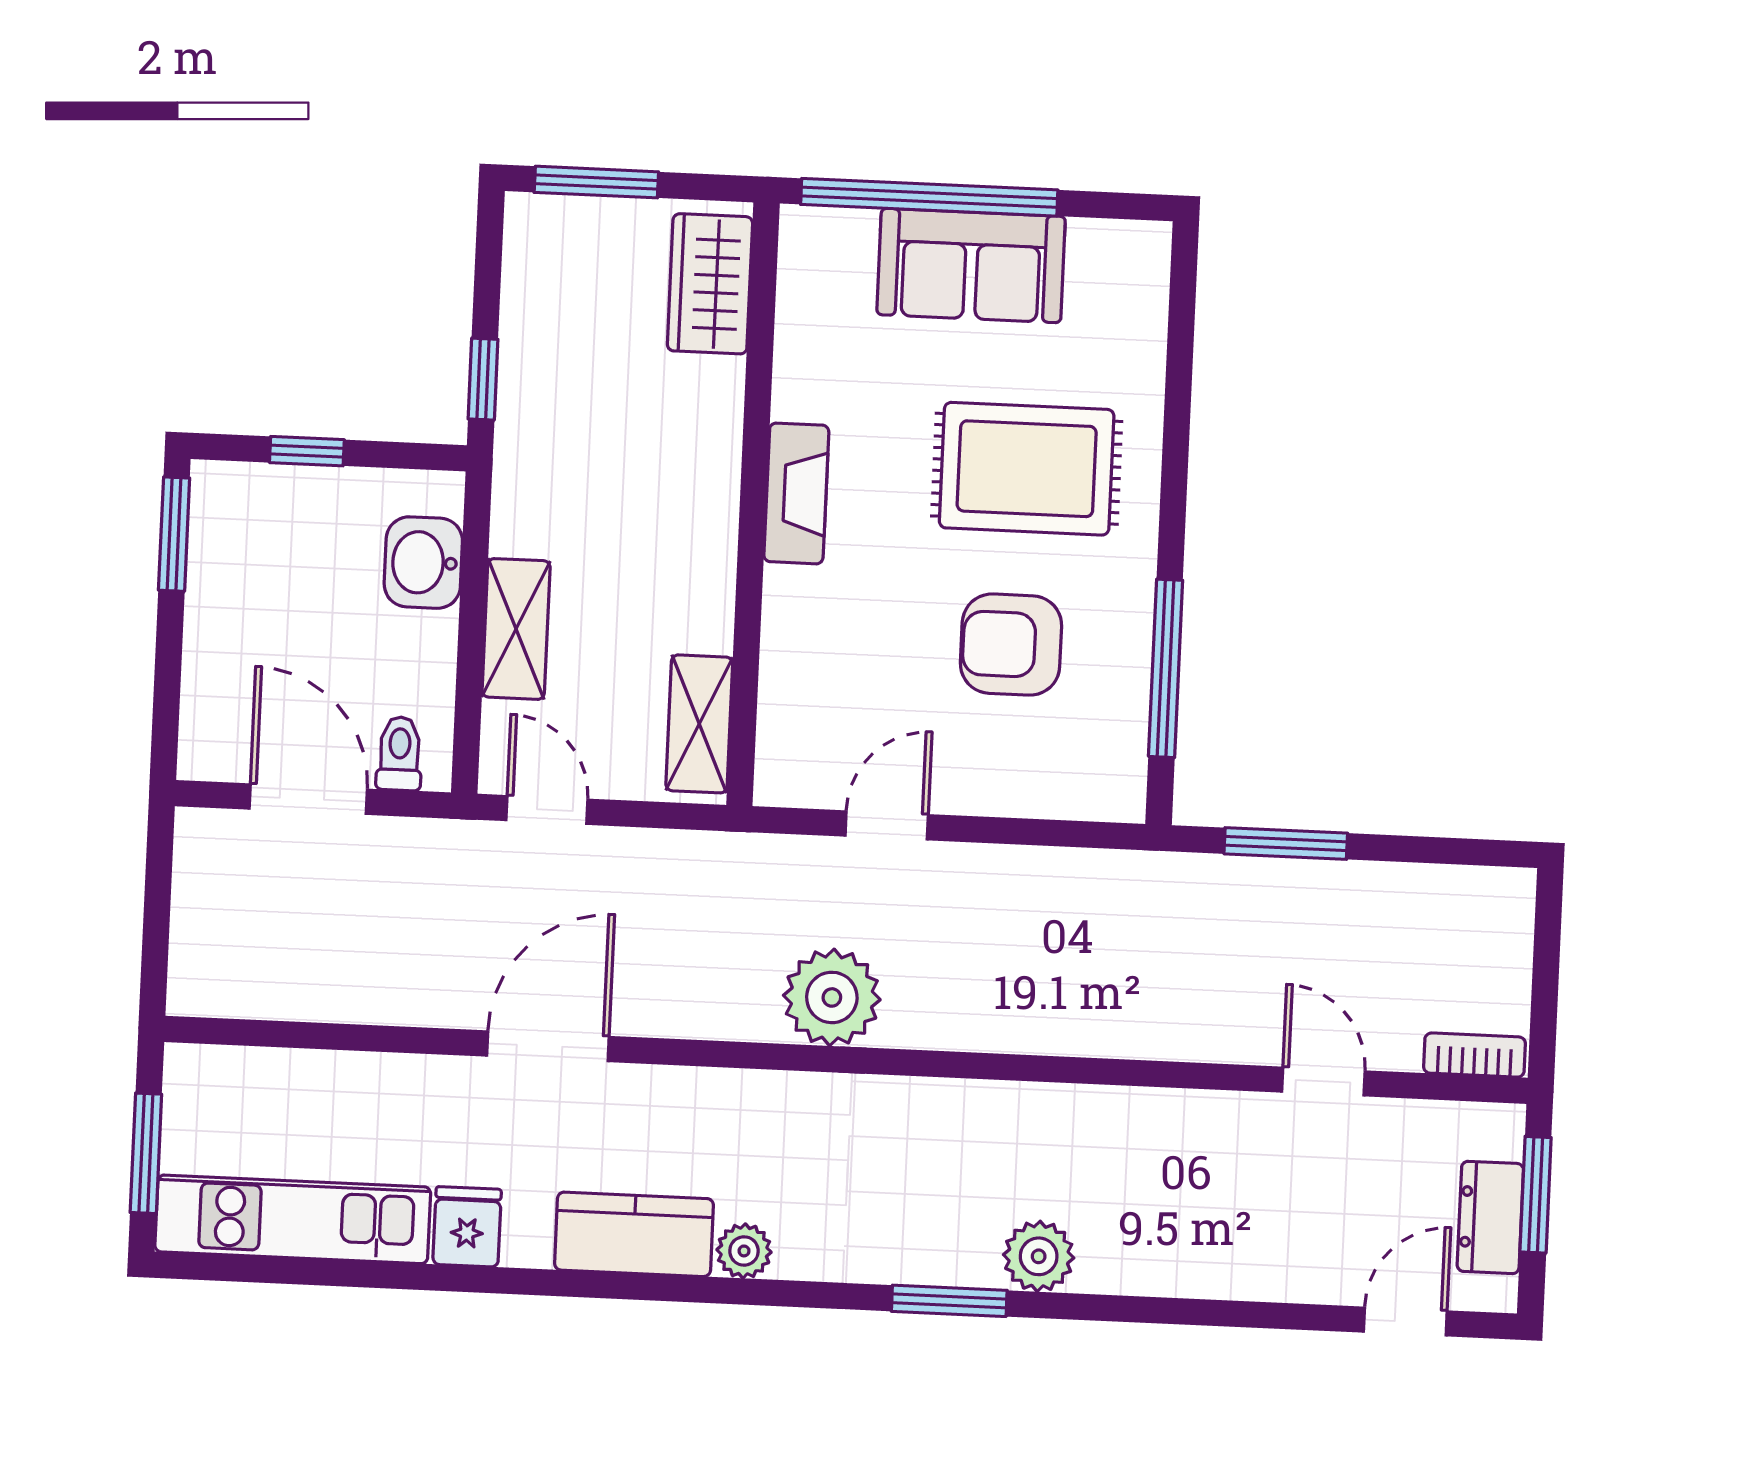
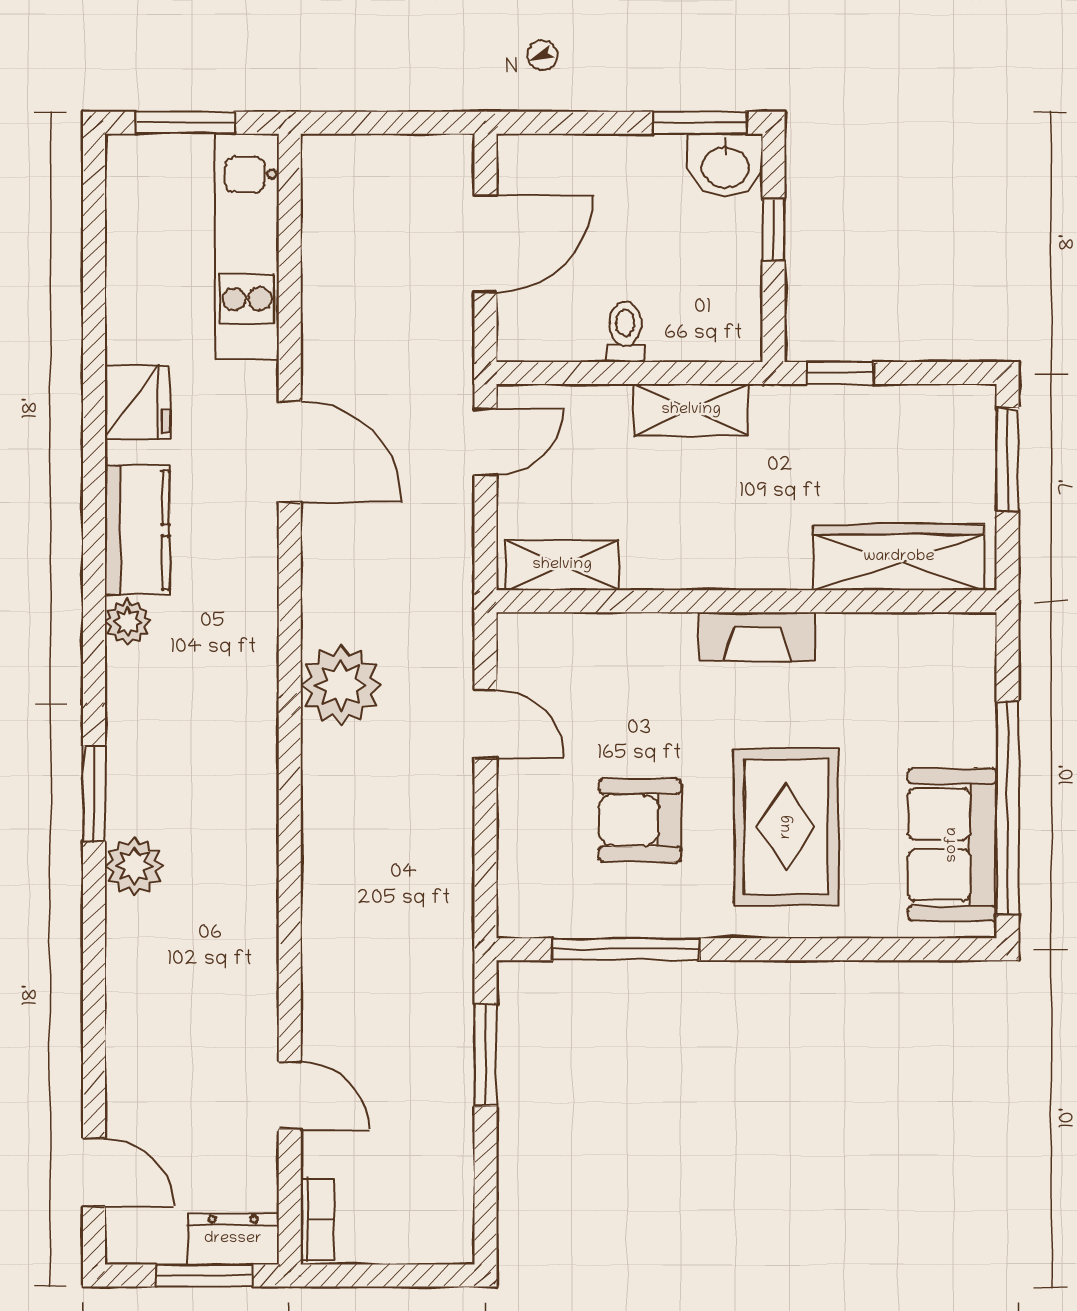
window: (929, 197) -> (1007, 808), moved
sofa: (971, 266) -> (952, 845), moved
wardrobe: (710, 284) -> (899, 557), width x1.50
washbasin: (423, 563) -> (725, 165), moved, turned 180
shelving: (516, 629) -> (691, 410), moved
armchair: (1011, 645) -> (640, 820), turned -90
toilet: (399, 754) -> (625, 332), moved, turned -90
door: (1323, 1081) -> (290, 1095), hinge flipped
dresser: (1490, 1217) -> (233, 1239), moved
kitchen unit: (293, 1219) -> (247, 247), moved, turned 180
fridge: (467, 1227) -> (137, 402), width x1.38

